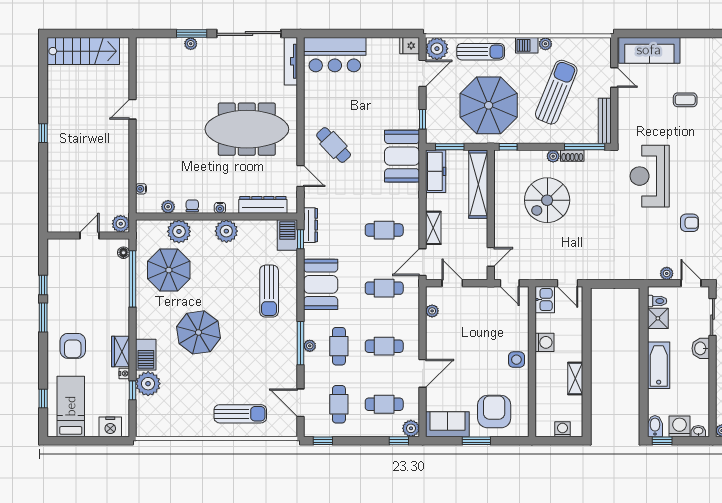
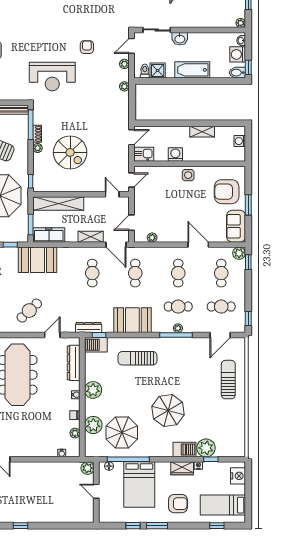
plant: (636, 274) -> (124, 86), added
sun lounger: (269, 291) -> (137, 358), turned 180
bed: (99, 294) -> (139, 484), added

